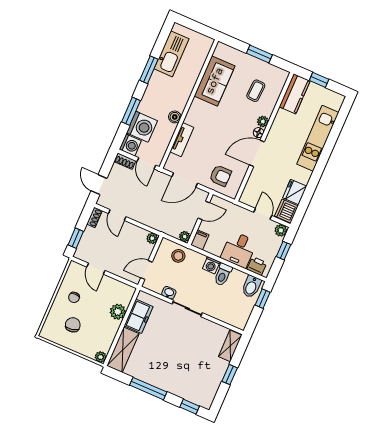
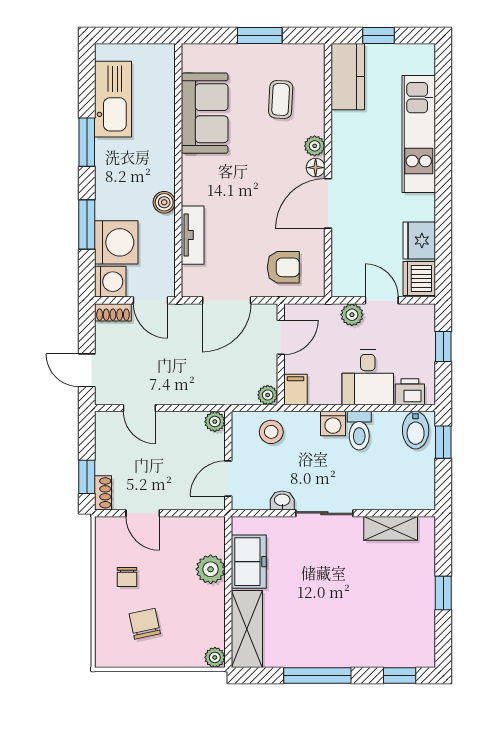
shoe rack: (94, 217) -> (103, 493), moved
plant: (281, 230) -> (352, 315), moved
shelving: (230, 346) -> (391, 528), moved, turned 90

